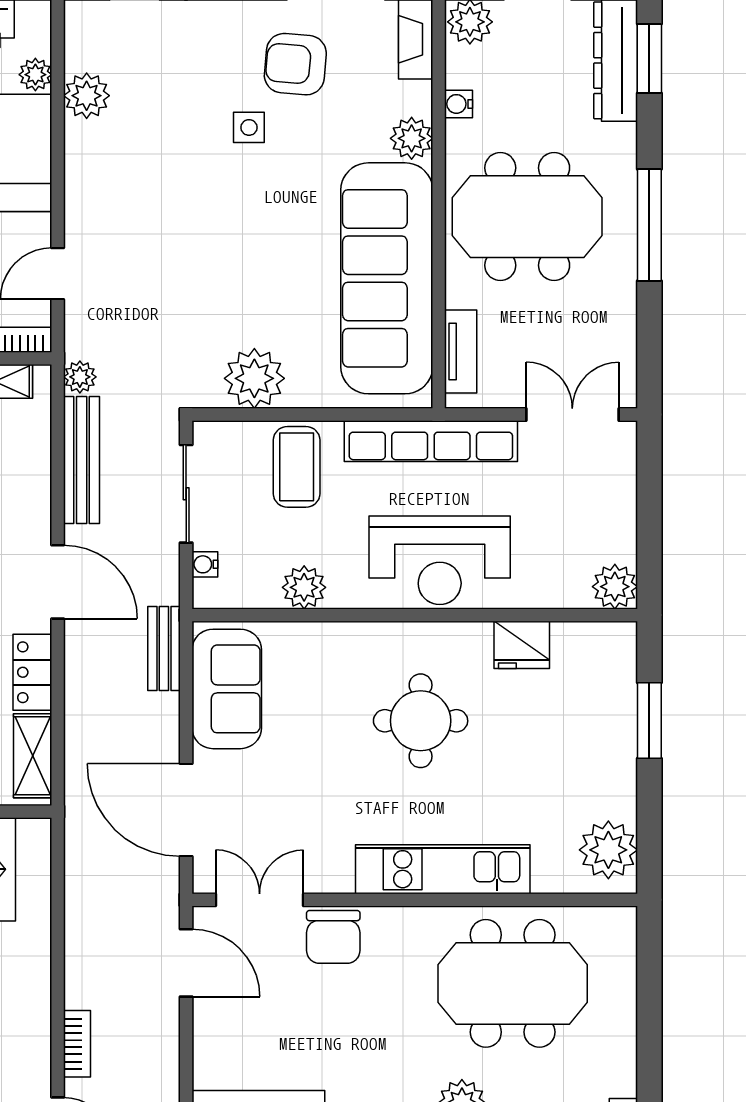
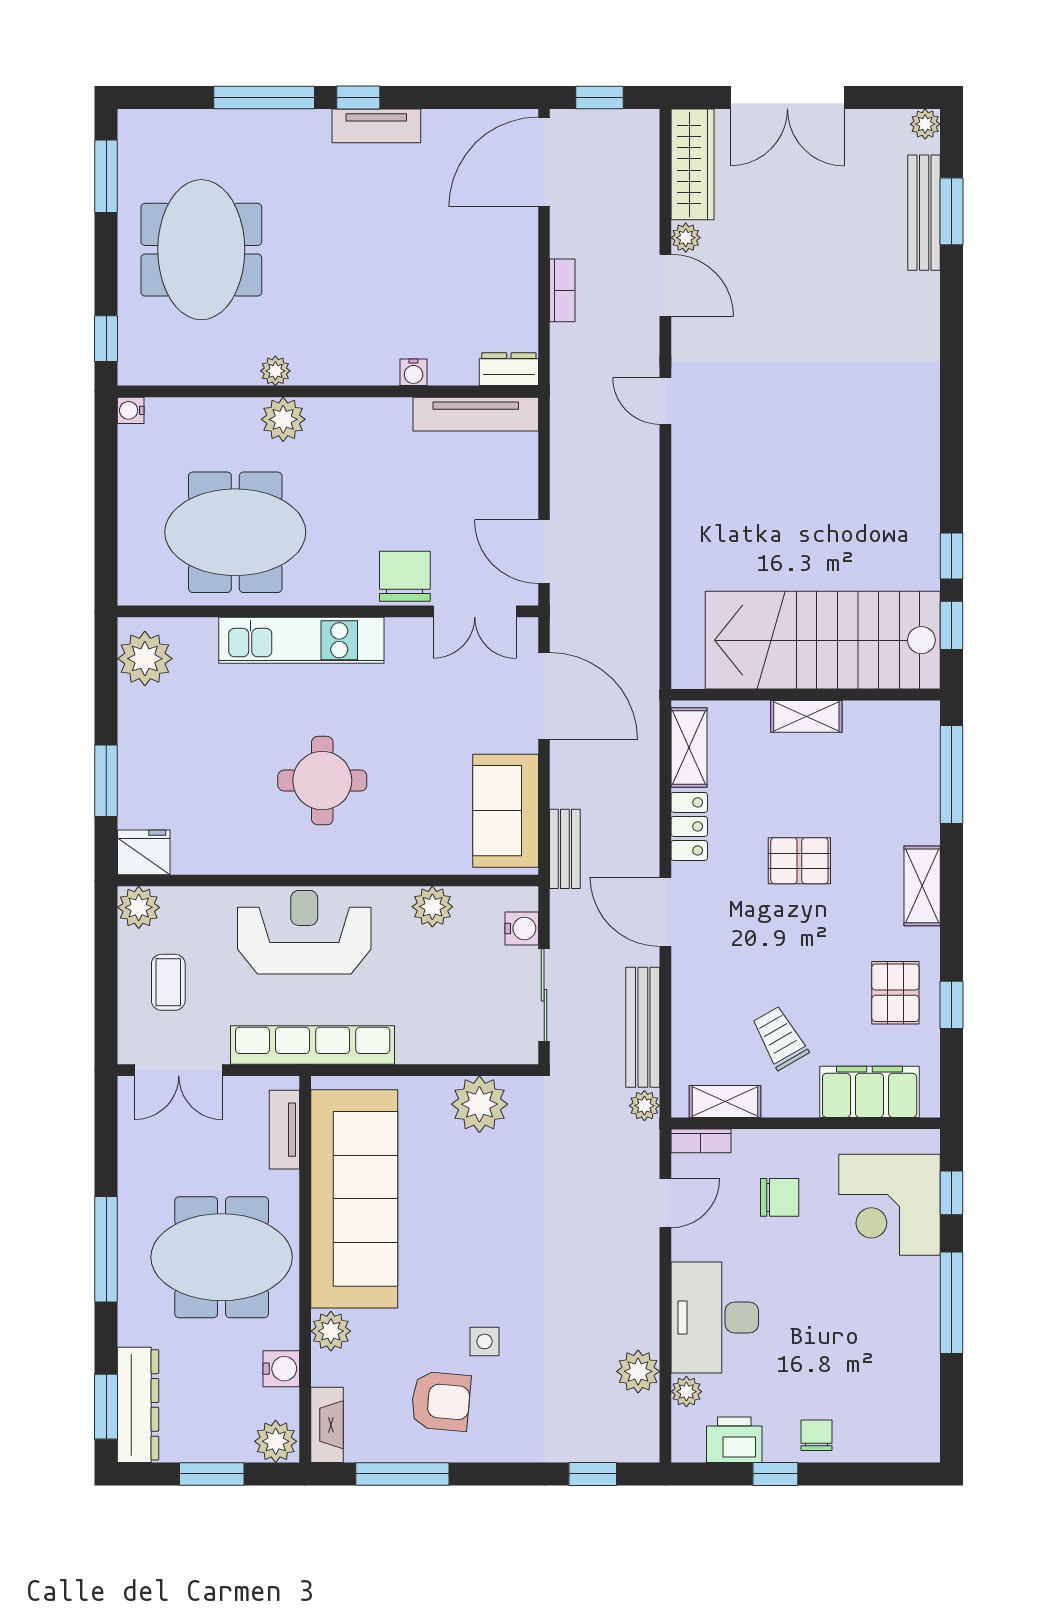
water cooler: (459, 104) -> (281, 1369), width x1.38, depth x1.38
coffee table: (297, 467) -> (168, 982), moved, width x0.73, depth x0.77
water cooler: (205, 564) -> (522, 928), width x1.38, depth x1.38
fridge: (522, 645) -> (144, 852), moved
bookcase: (77, 1044) -> (647, 475), removed

